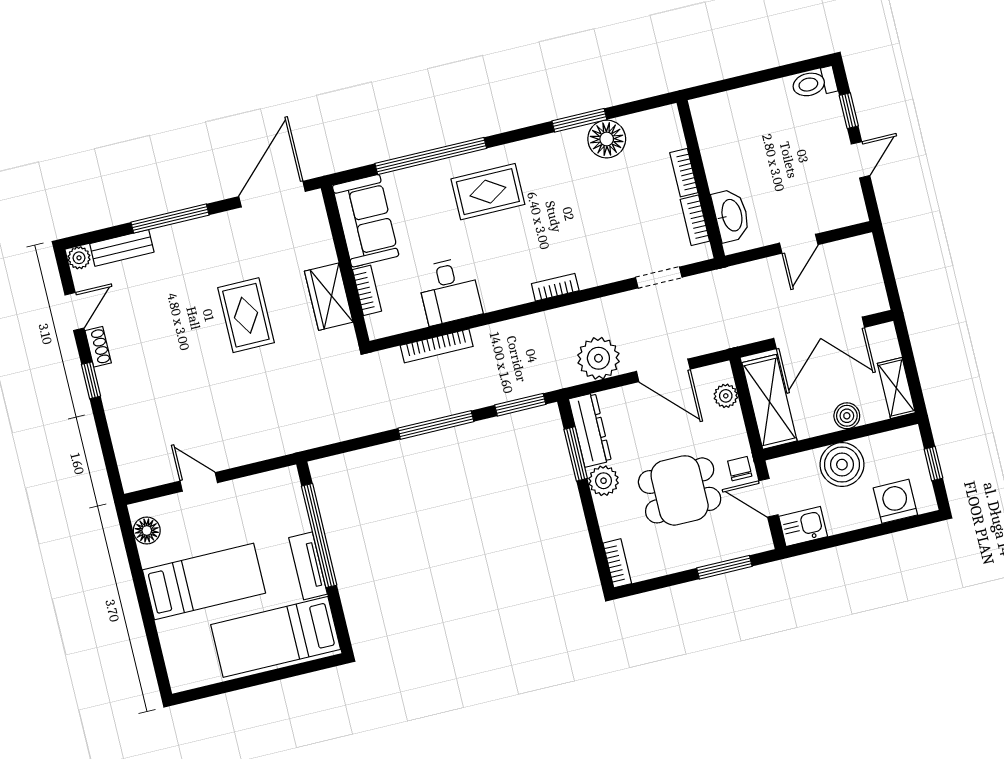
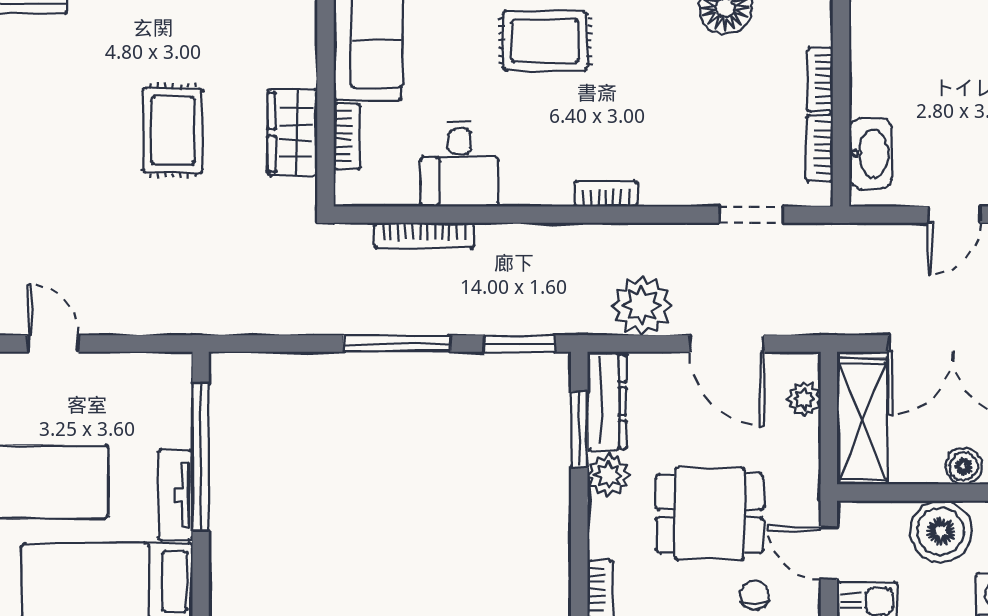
chair: (740, 469) -> (755, 596), moved

